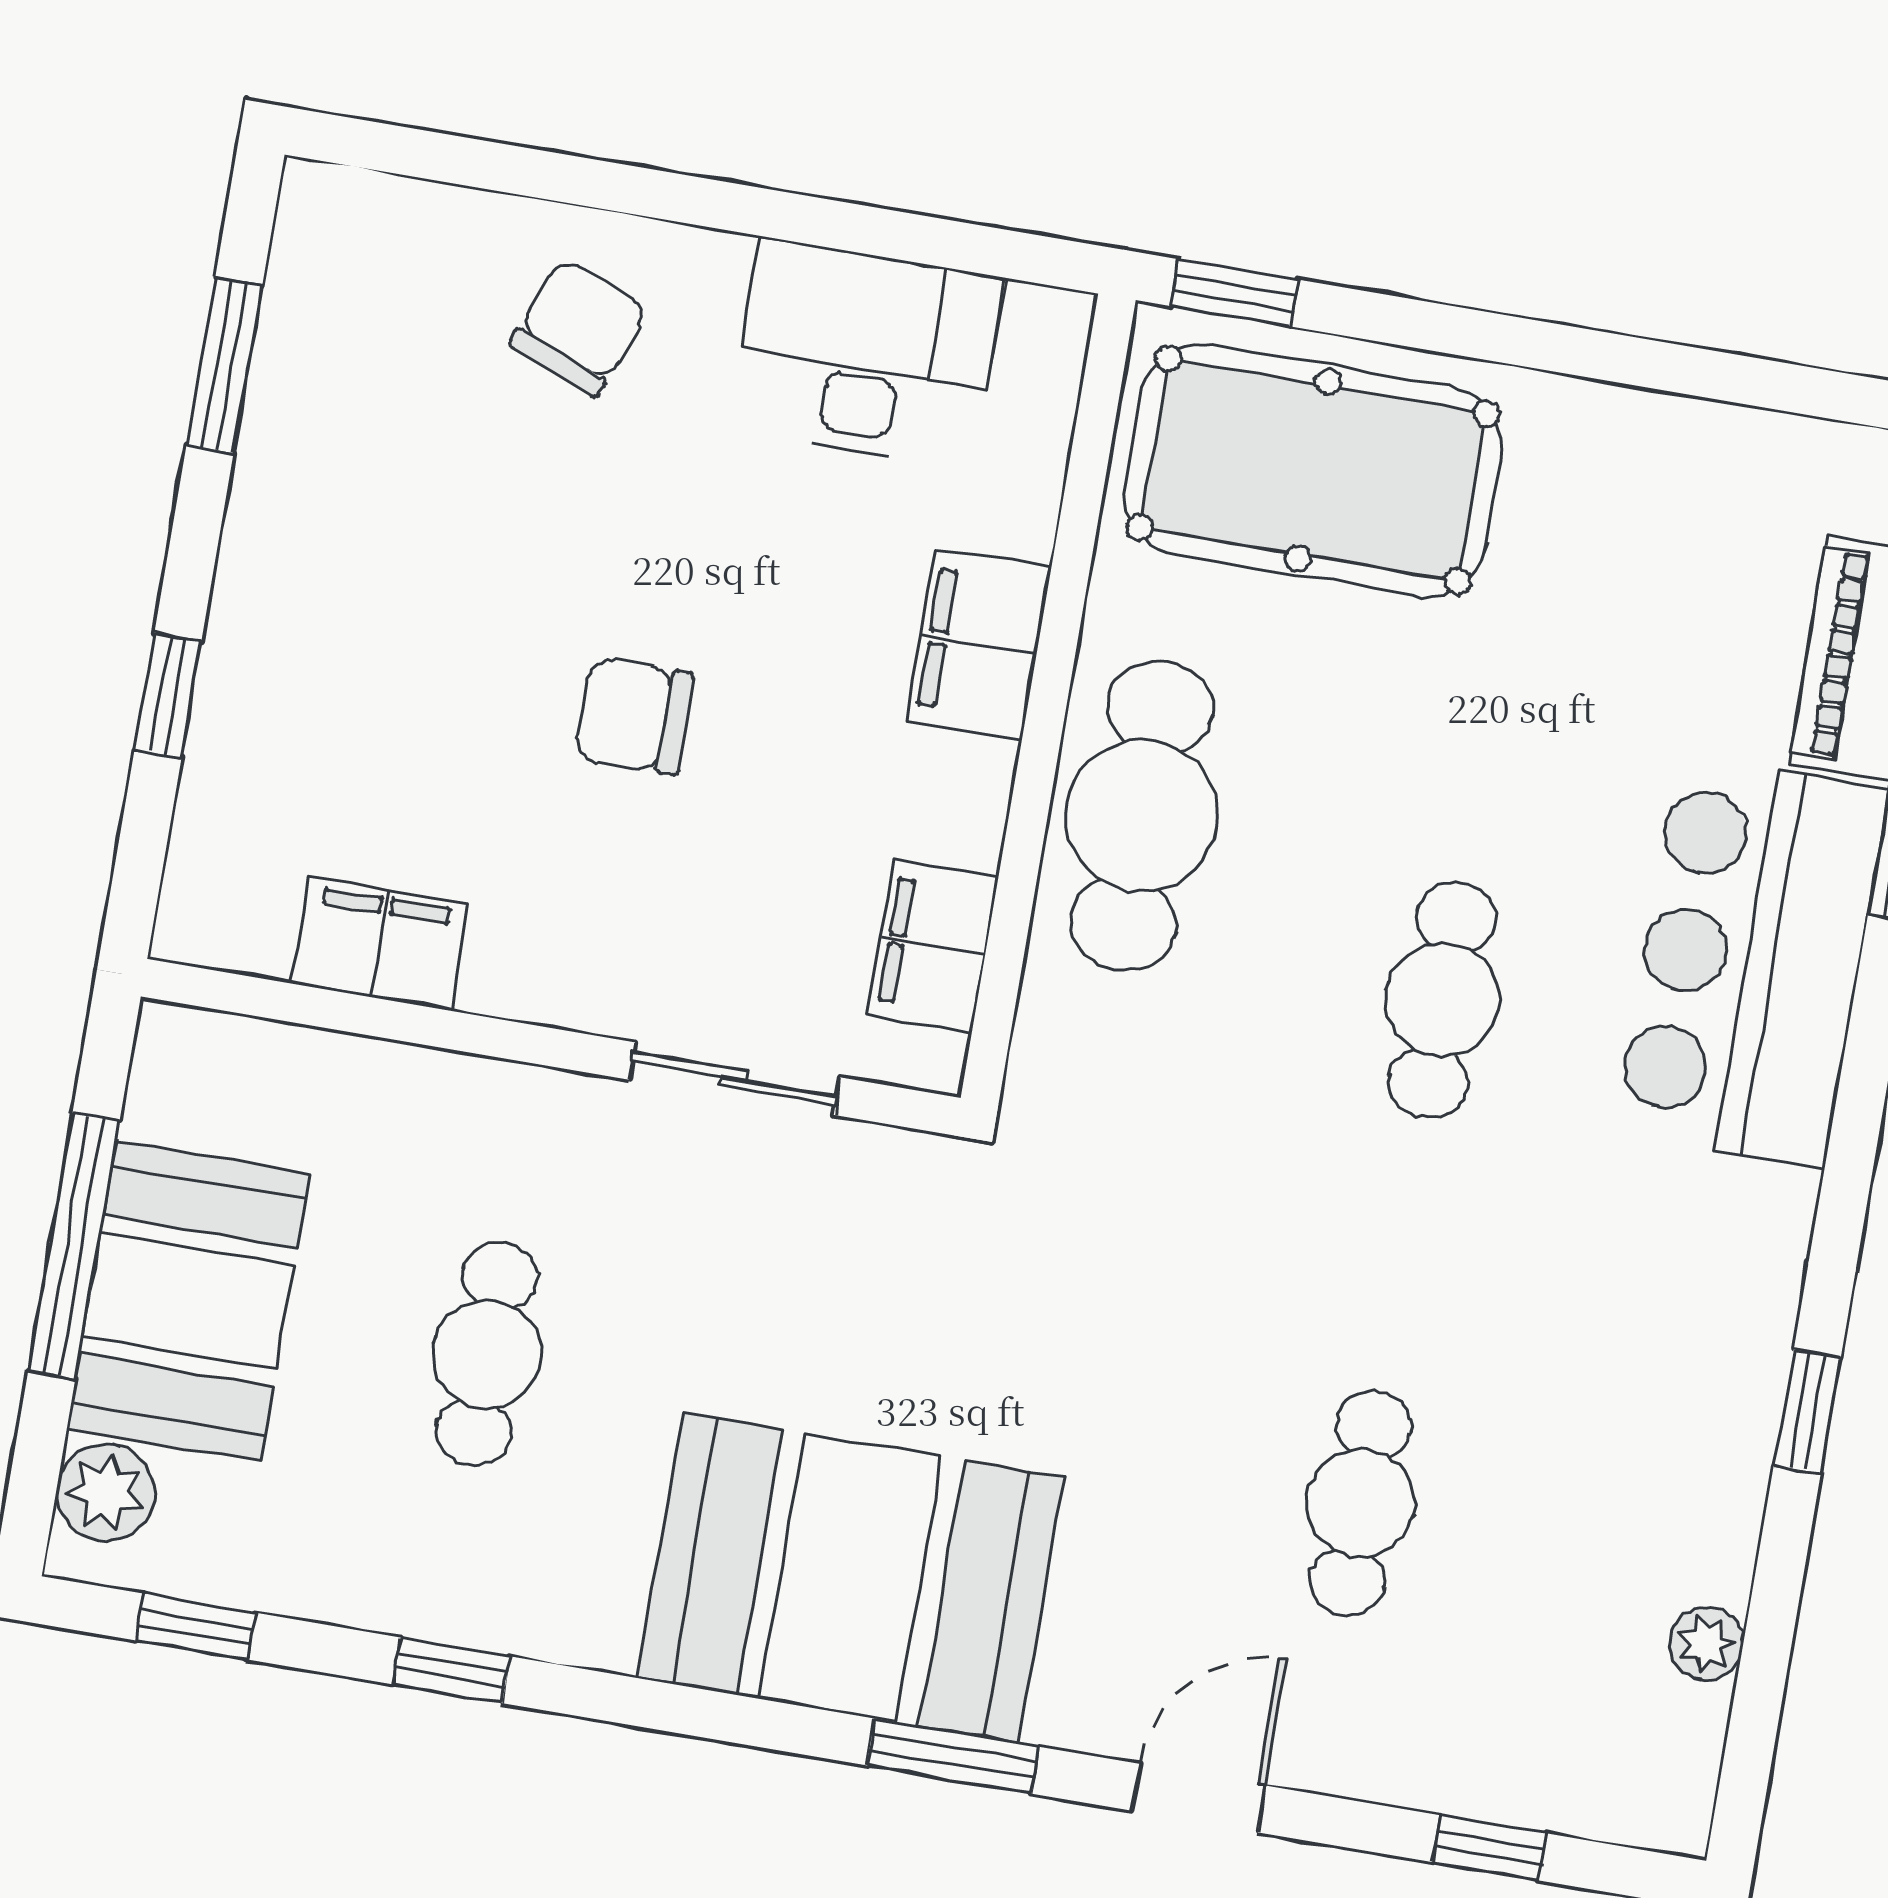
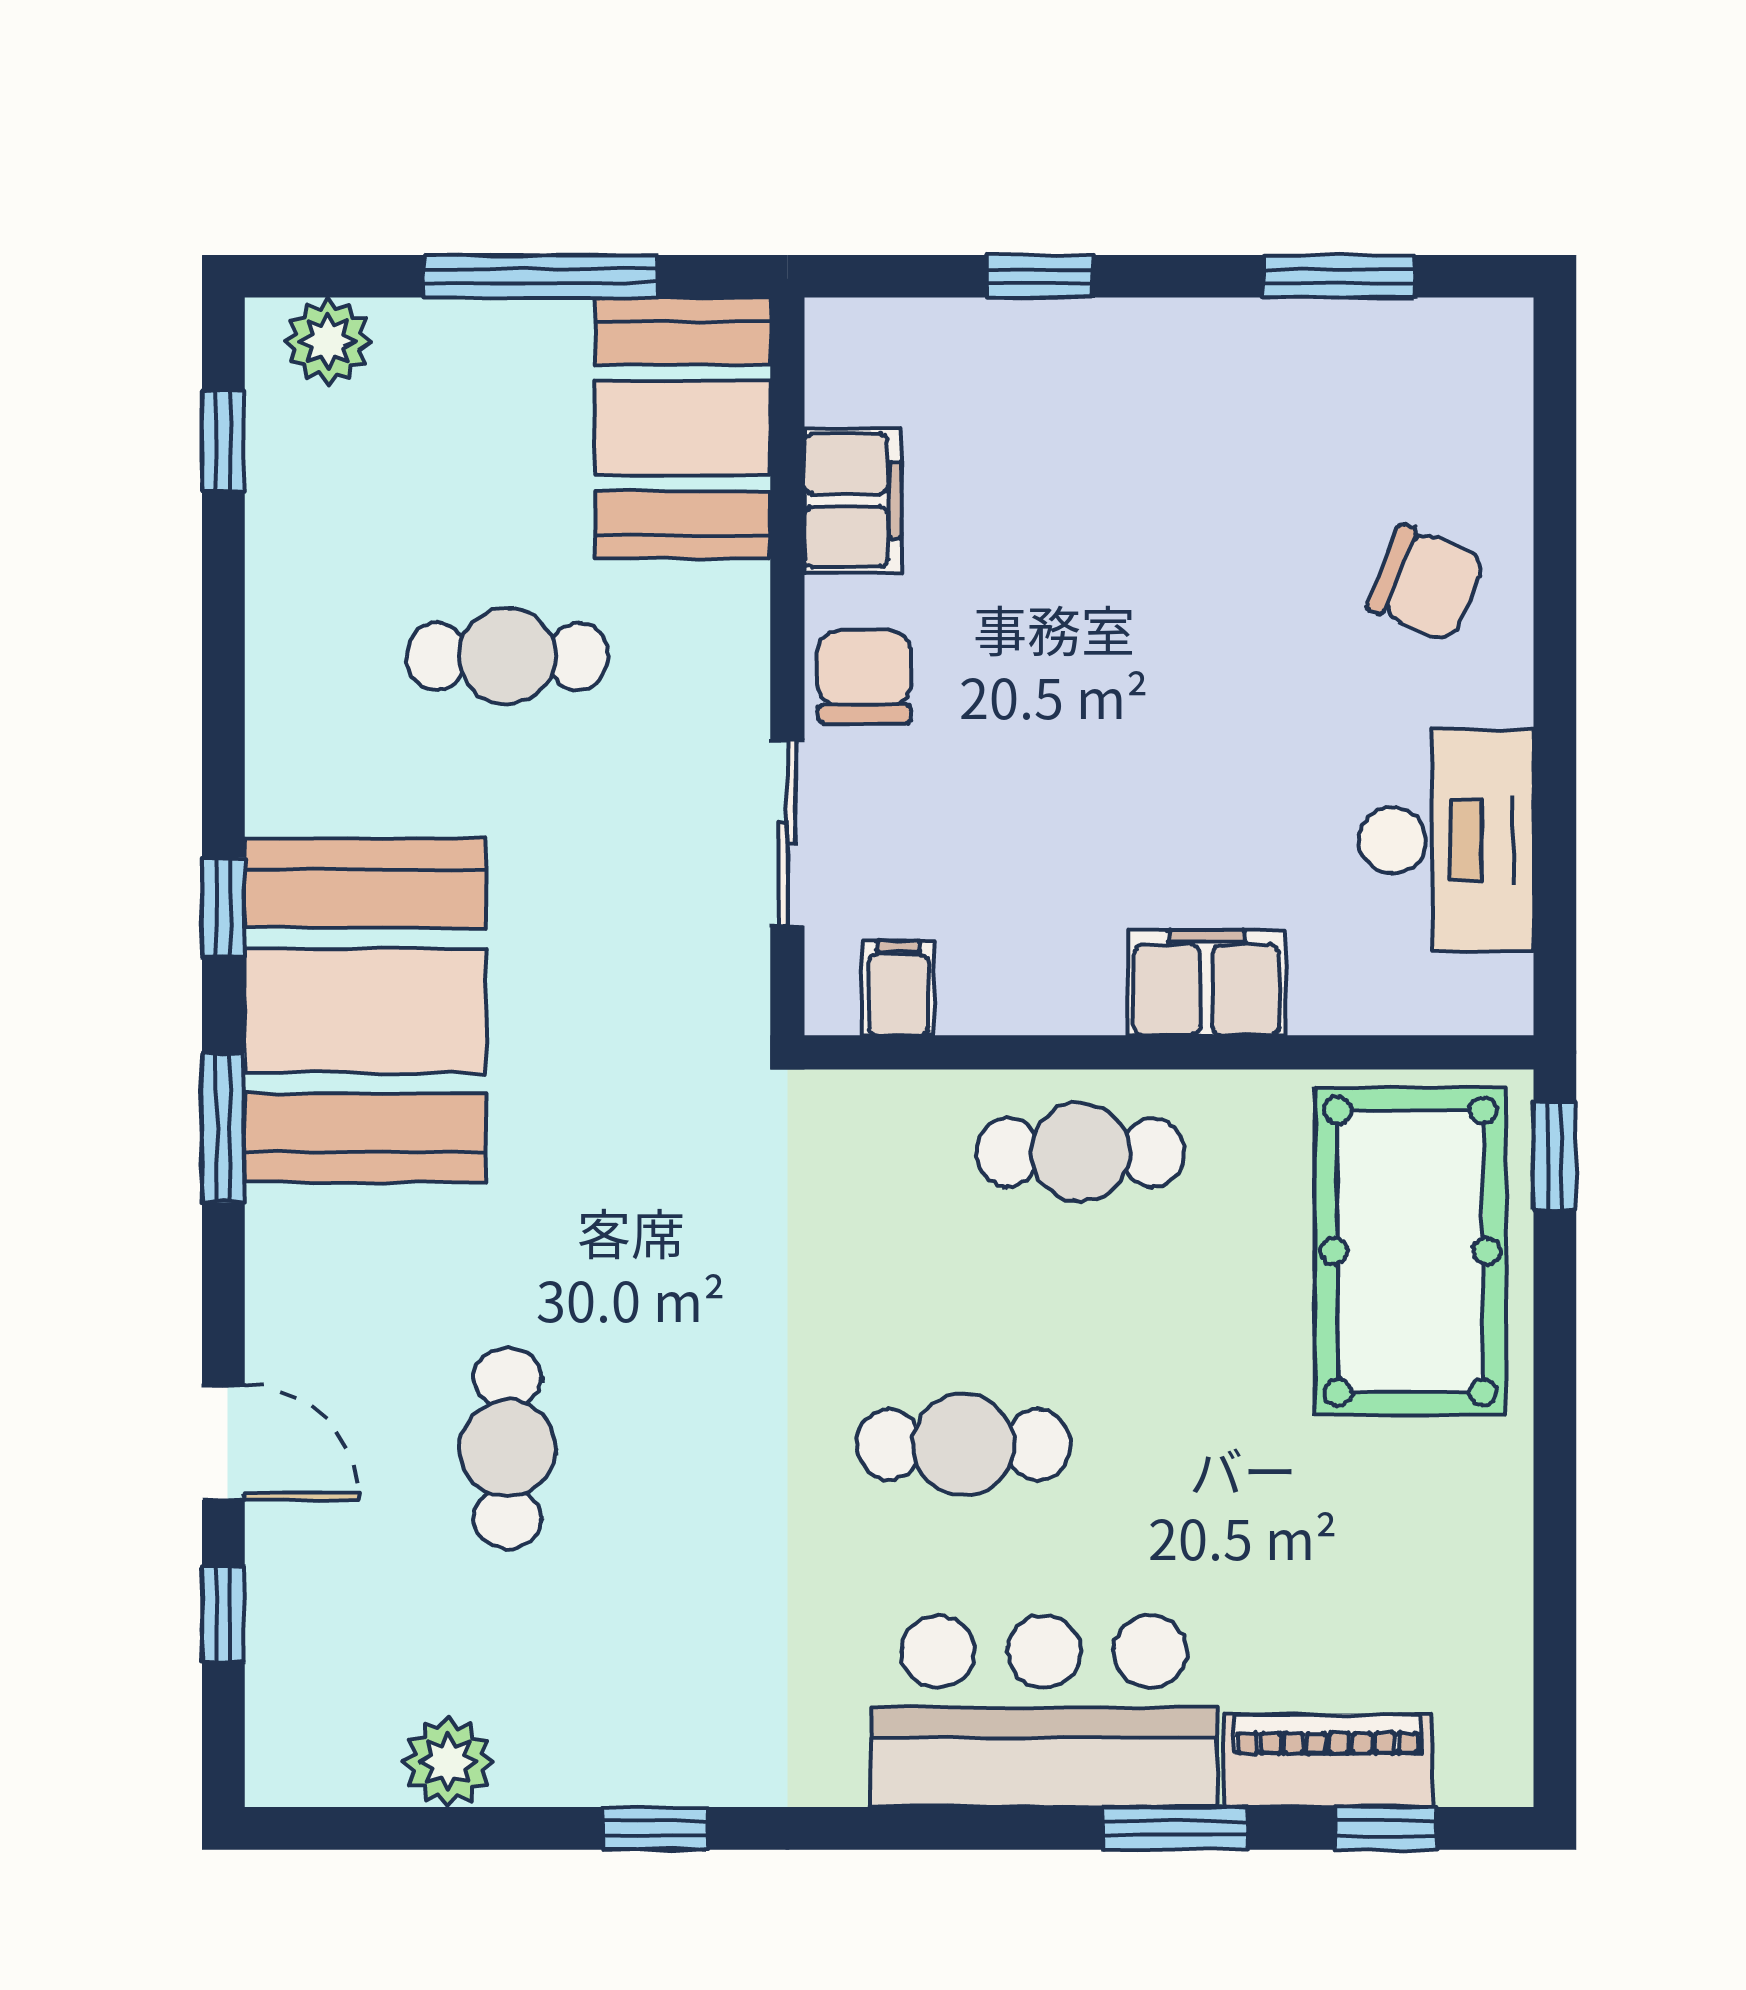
chair: (634, 716) -> (864, 677), moved
cafe table: (1142, 816) -> (1080, 1152), width x0.73, depth x0.74
filing cabinet: (933, 946) -> (898, 988), width x0.50
booth: (188, 1301) -> (683, 428), moved, turned 90
cafe table: (1360, 1503) -> (507, 1448), turned 90
plant: (1706, 1644) -> (448, 1762), width x1.38, depth x1.38
window: (451, 1670) -> (223, 907), moved
door: (1199, 1798) -> (223, 1443), moved

